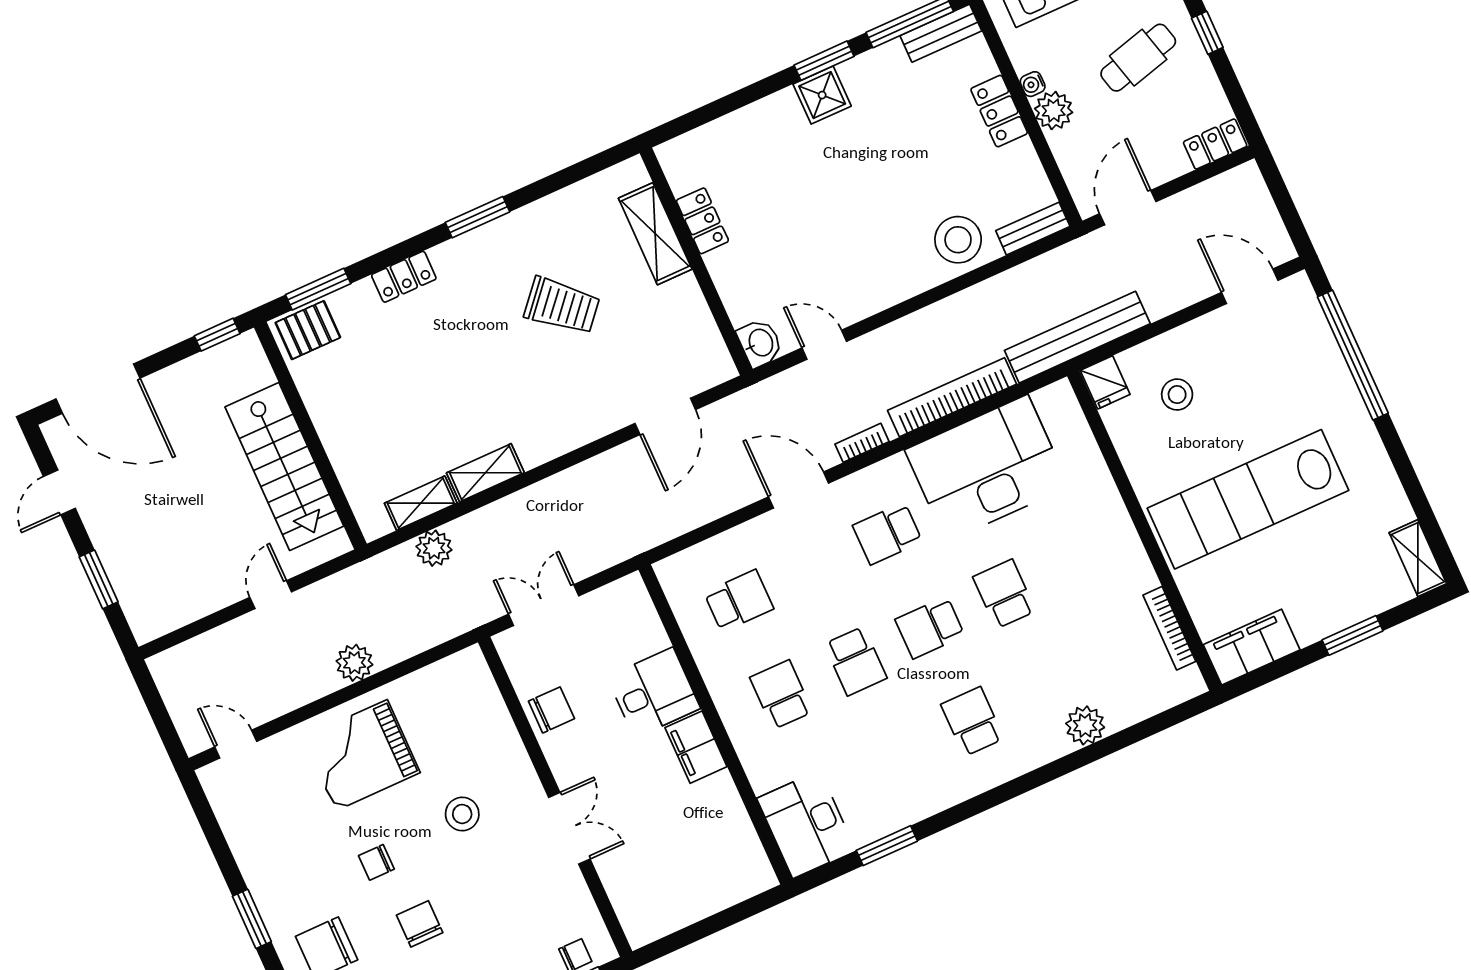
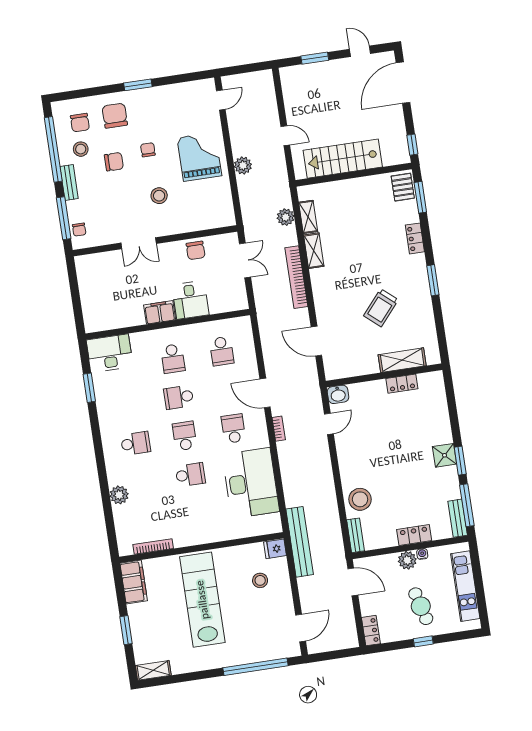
bookcase: (952, 397) -> (296, 277), moved, turned 180
door: (798, 490) -> (265, 393), swing flipped
school desk: (781, 695) -> (173, 359), turned 90

